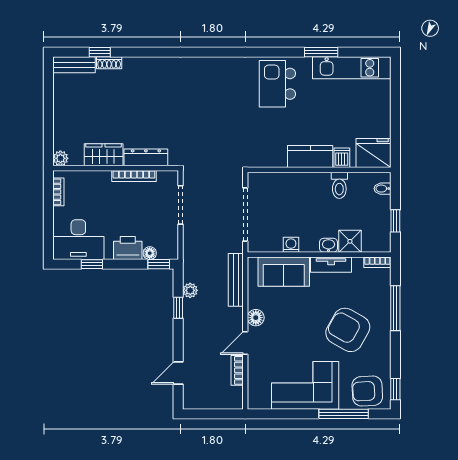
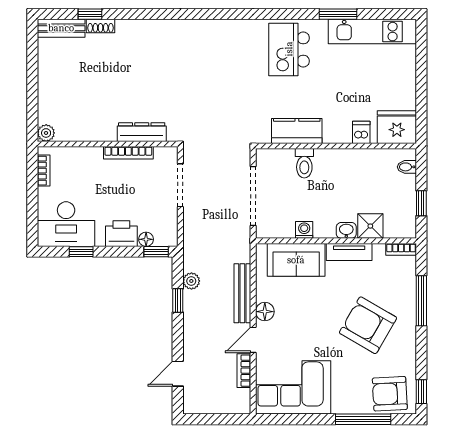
wardrobe: (104, 155) -> (94, 129), removed
kitchen counter: (310, 157) -> (297, 131), moved
toilet: (339, 185) -> (304, 163), moved
bench: (236, 280) -> (242, 293), moved
corner sofa: (305, 385) -> (293, 387), moved

